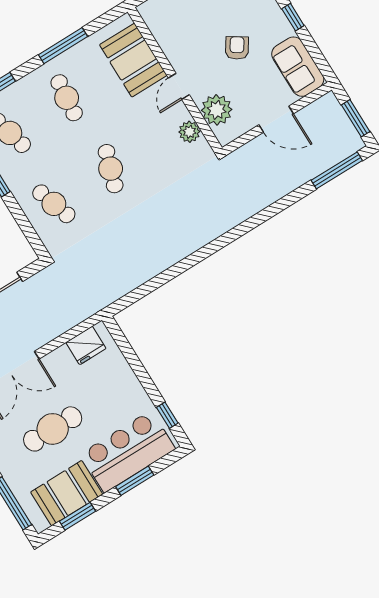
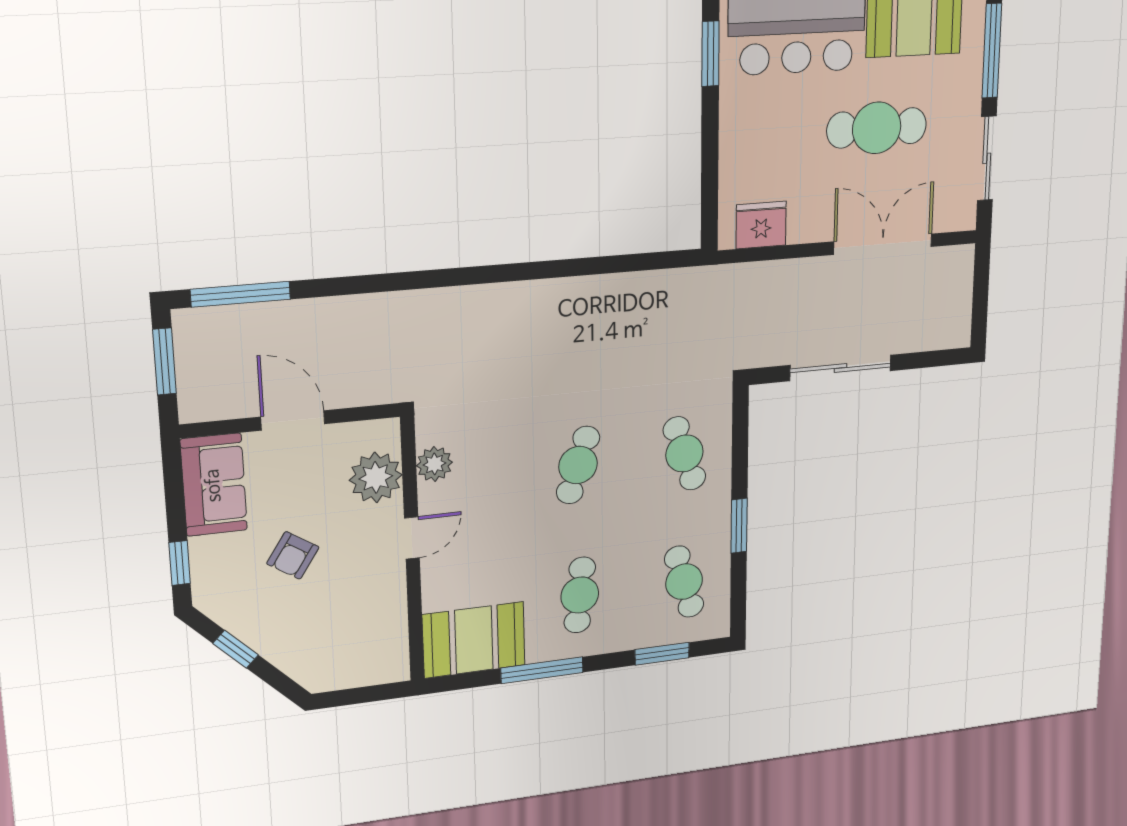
booth: (133, 60) -> (474, 640), moved, turned 90
window: (167, 415) -> (710, 54), width x1.50

